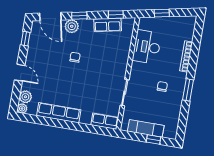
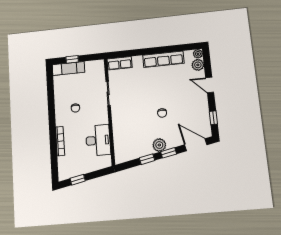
window: (162, 13) -> (78, 180), moved
window: (116, 15) -> (147, 159), moved
row of seats: (108, 25) -> (140, 151), removed
plant: (72, 26) -> (159, 145), moved
window: (188, 90) -> (52, 111), removed
exam couch: (146, 128) -> (68, 68), moved

